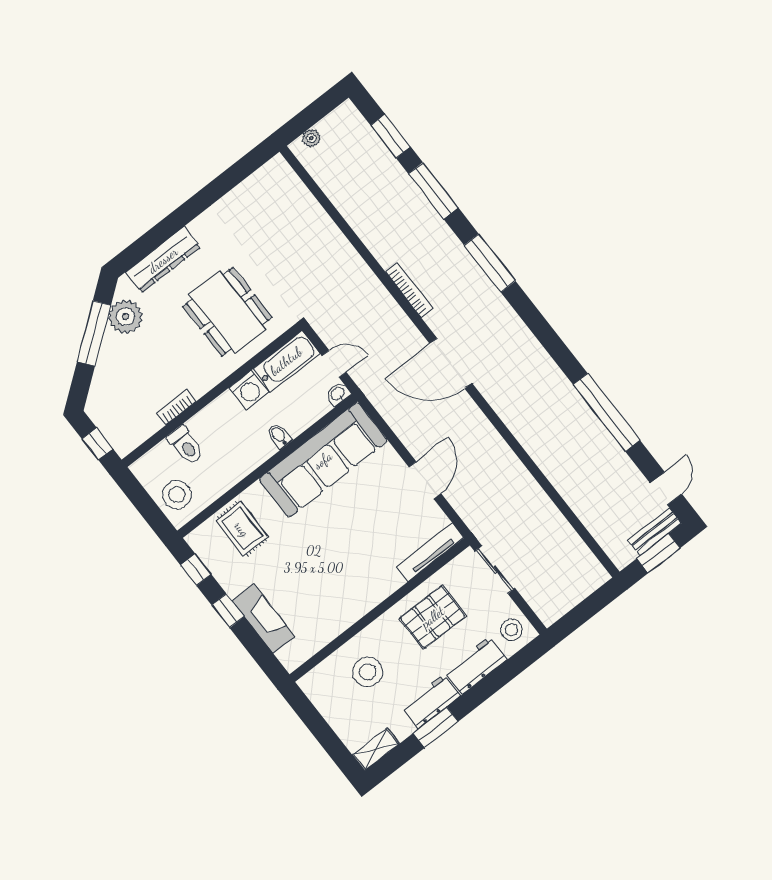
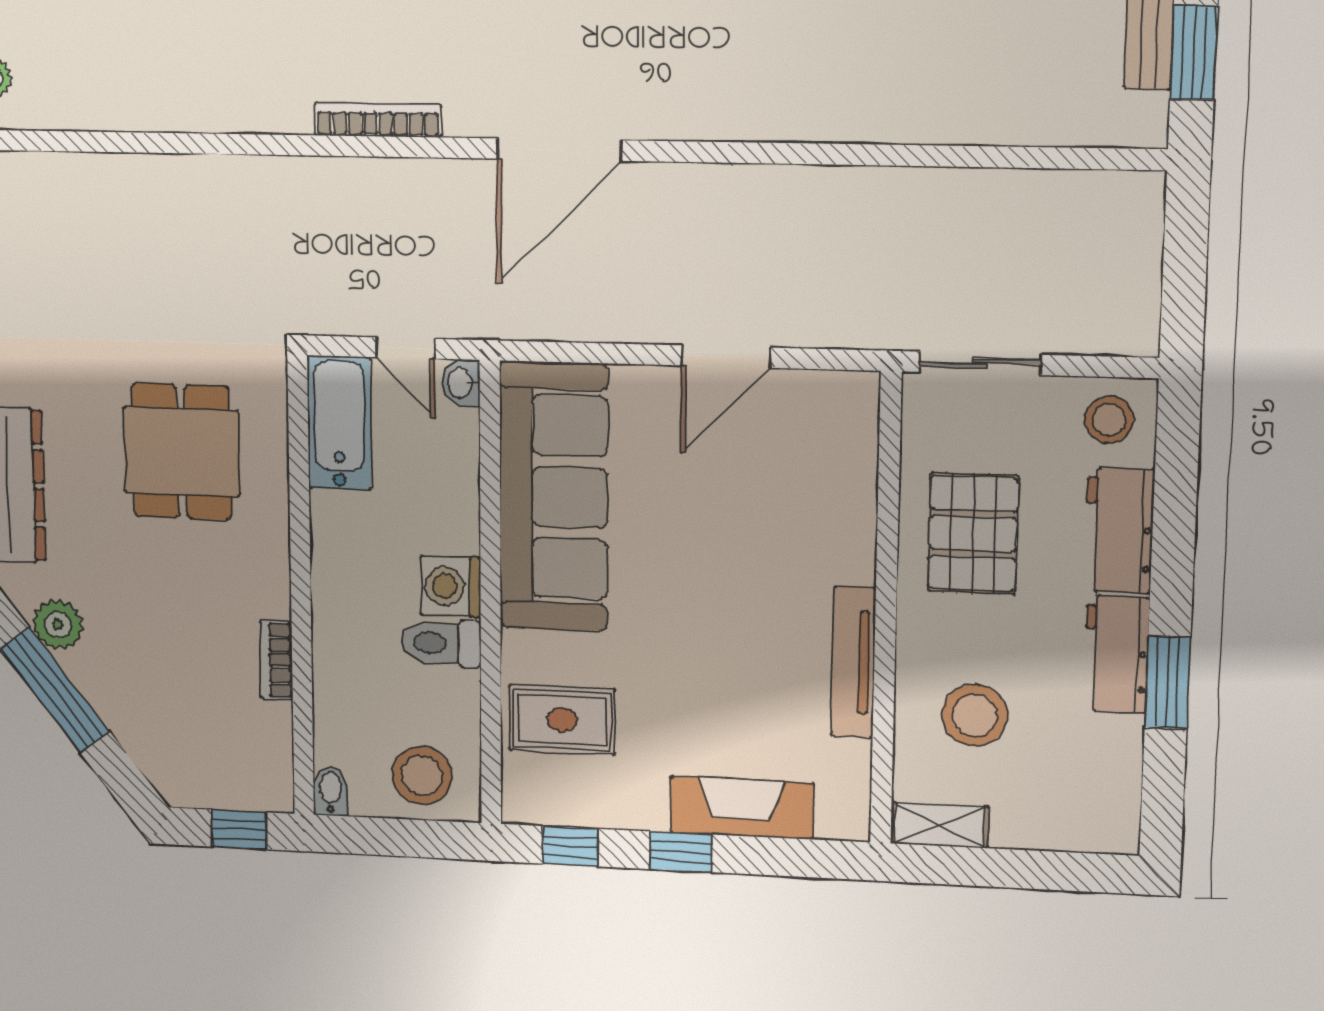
dining table: (227, 312) -> (182, 452), width x0.73
plant: (125, 317) -> (58, 625), width x0.73, depth x0.73
door: (334, 364) -> (405, 348), swing flipped
washing machine: (249, 390) -> (451, 586), moved, turned 180
bidet: (279, 436) -> (330, 791), moved, turned 90
toilet: (186, 445) -> (441, 643), moved, turned 180
door: (425, 480) -> (726, 357), swing flipped
tv unit: (430, 552) -> (853, 662), moved
shelving: (376, 749) -> (939, 825), moved, turned 90

